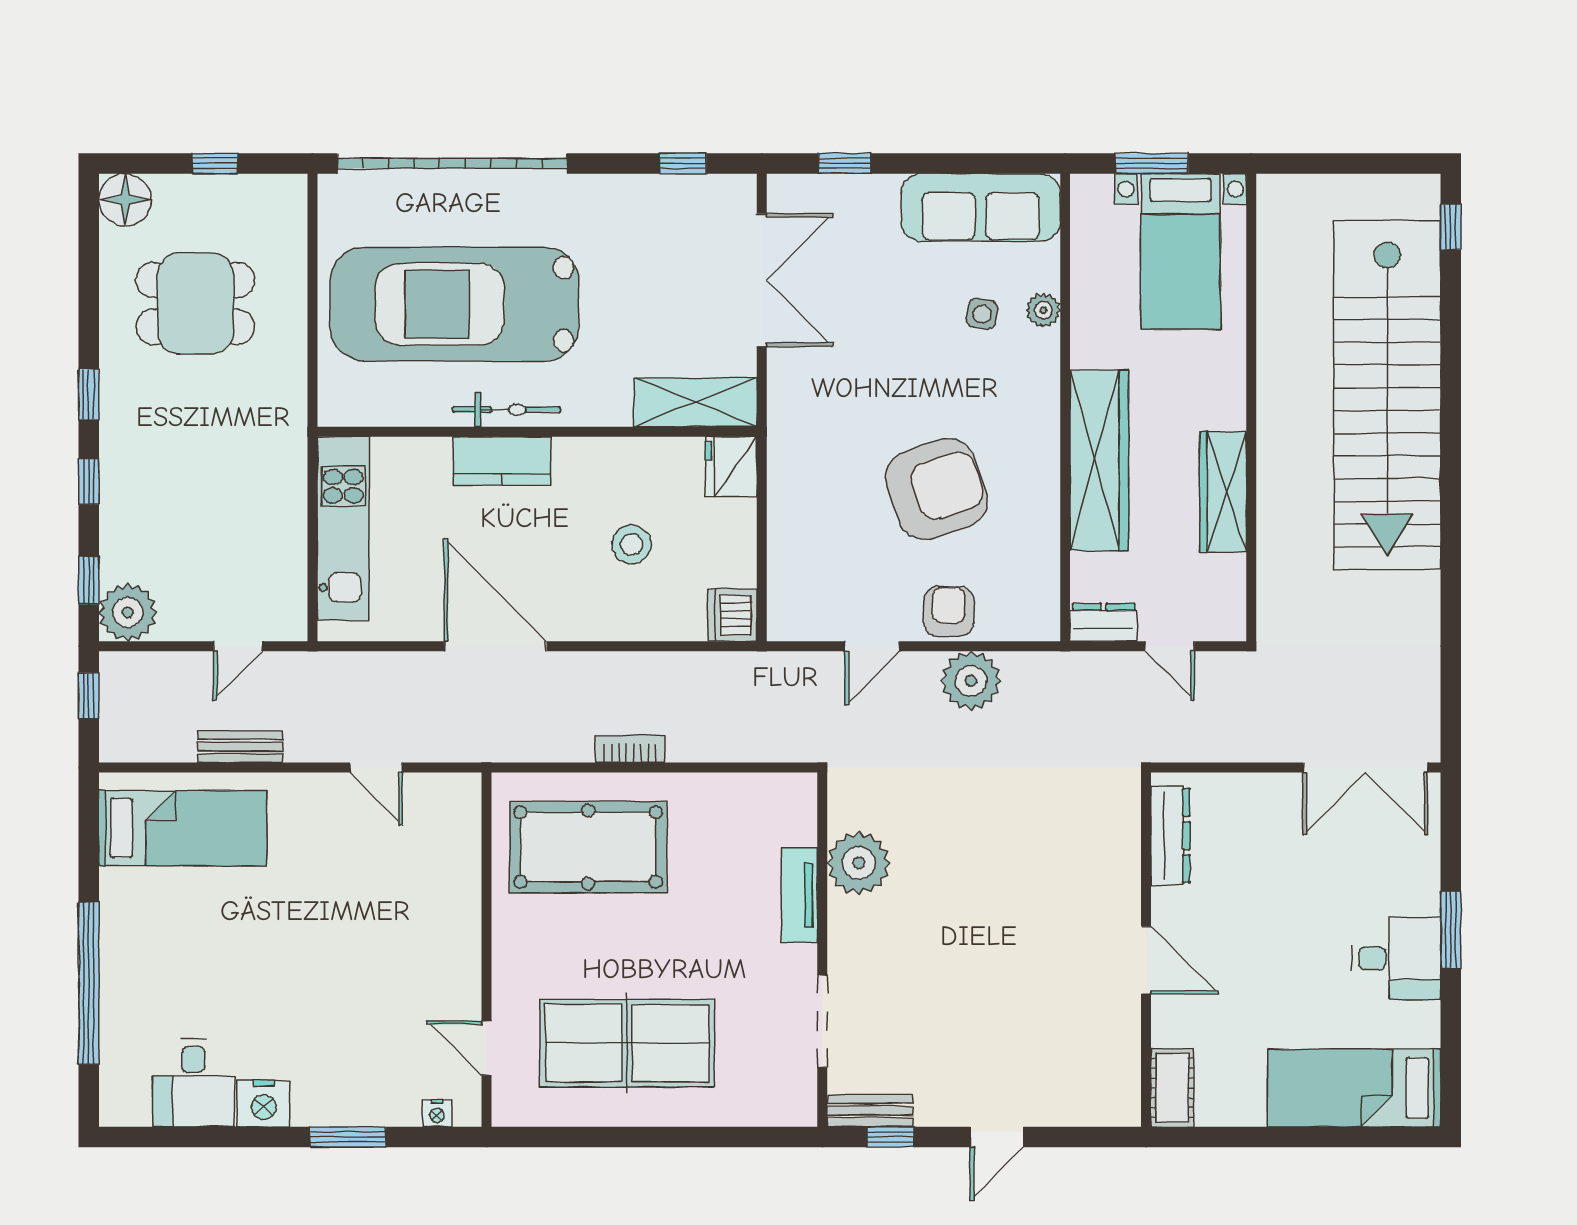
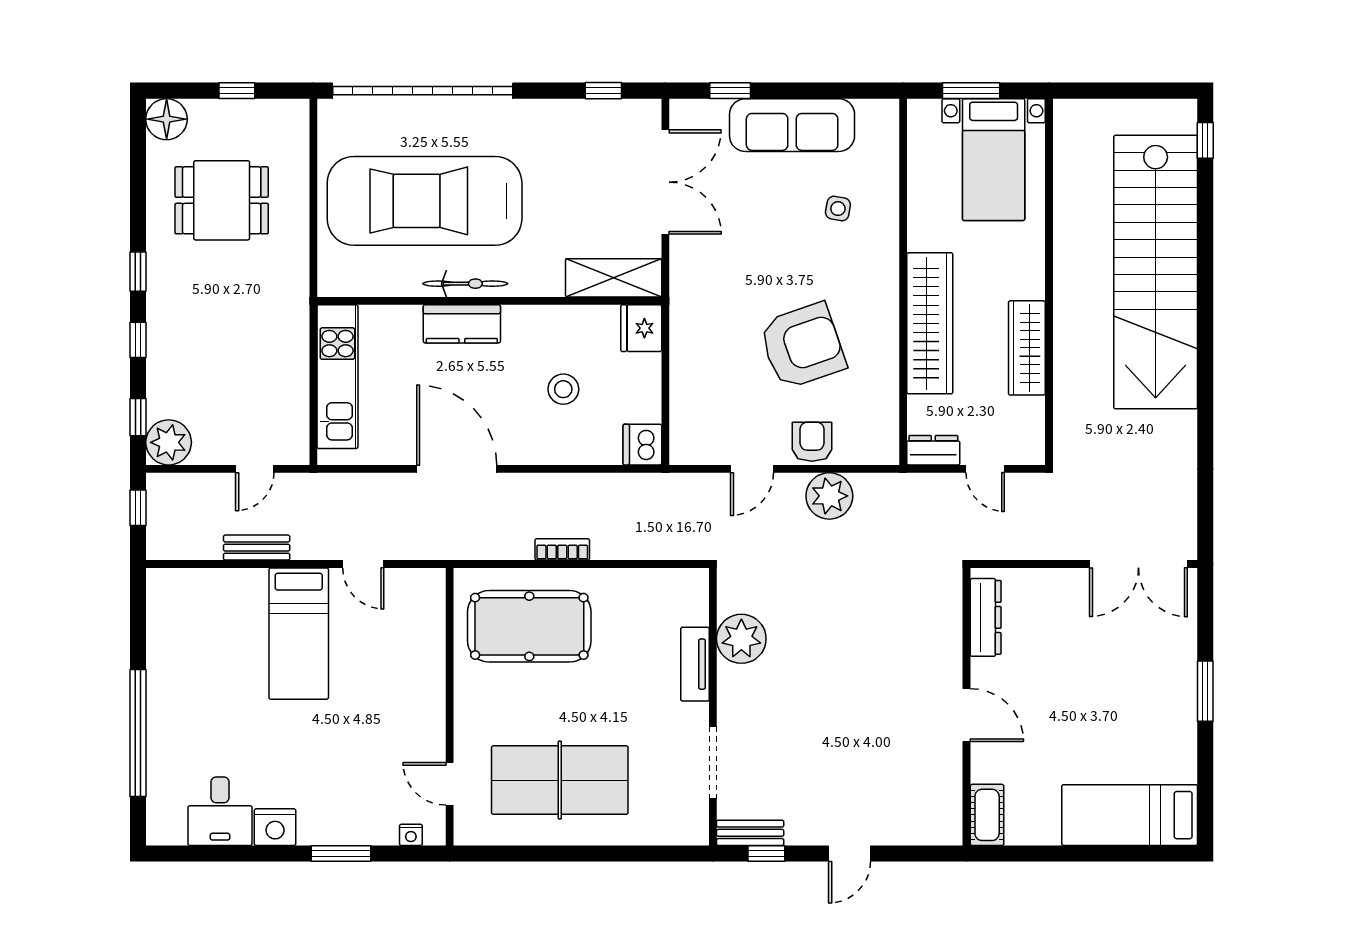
sofa: (981, 207) -> (792, 125), moved
plant: (1043, 310) -> (886, 206), removed
bed: (183, 828) -> (299, 634), moved, turned 90
desk: (1396, 958) -> (1163, 714), removed

